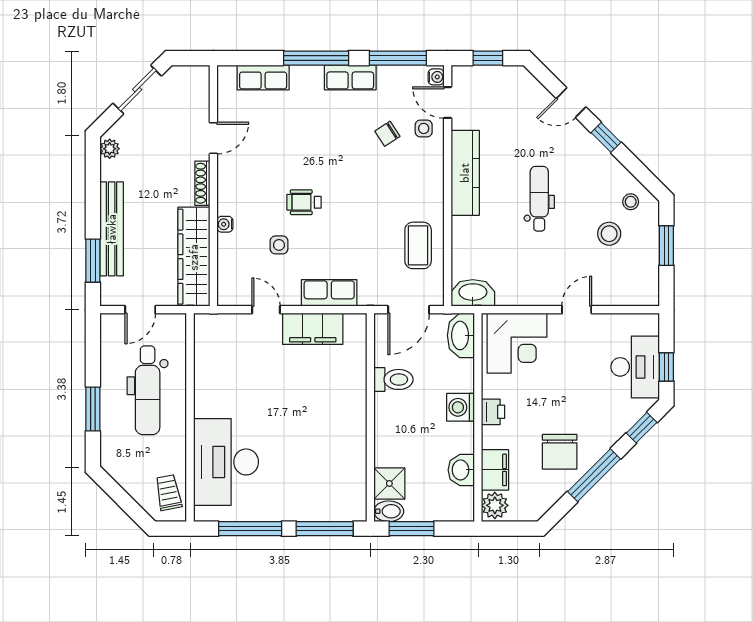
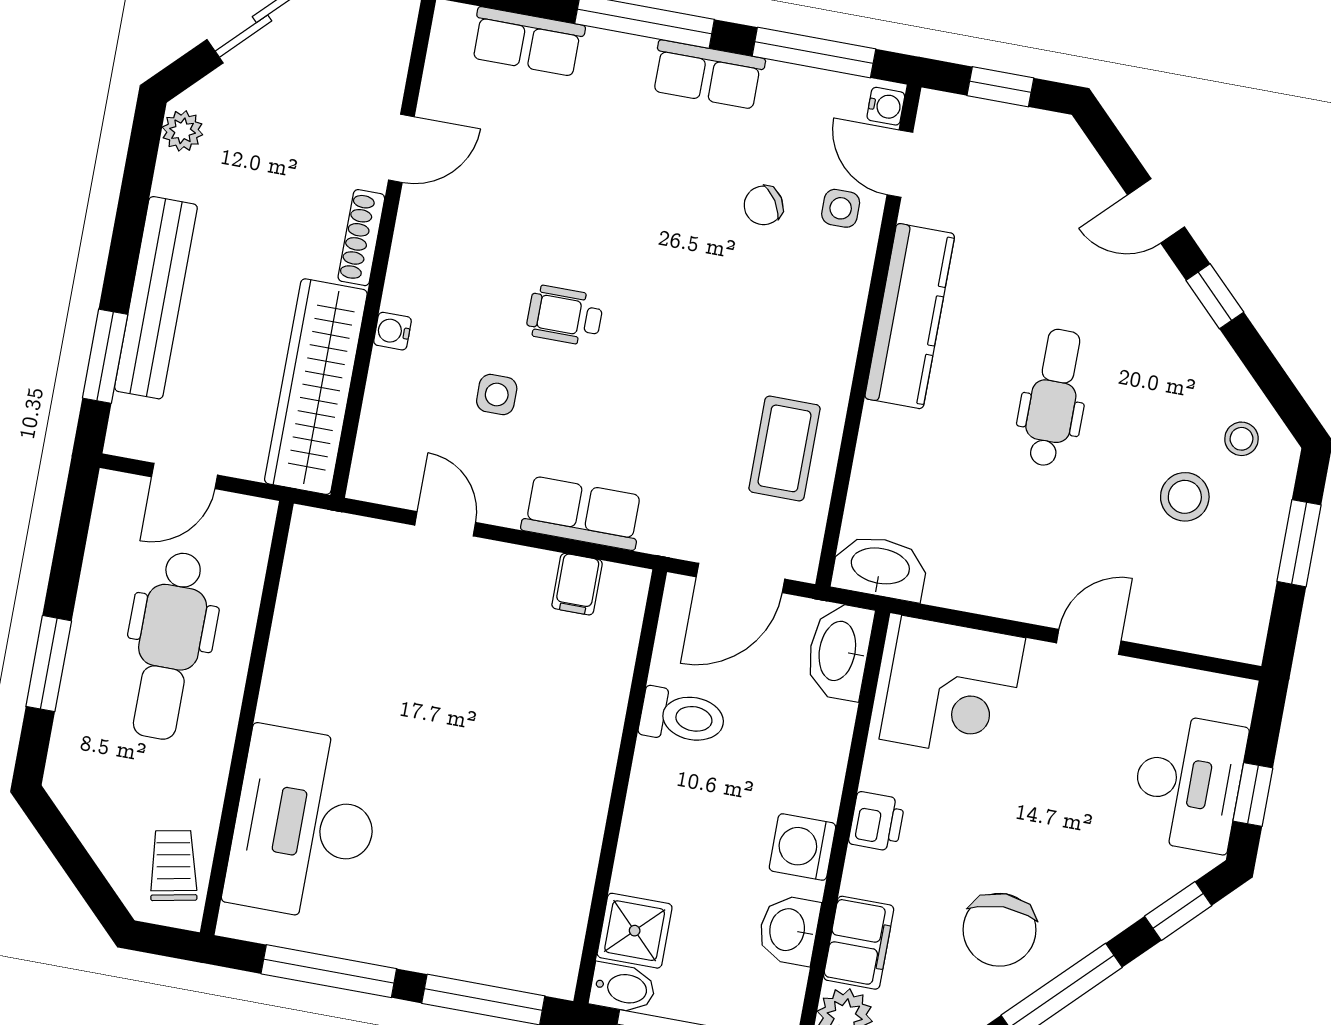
filing cabinet: (313, 329) -> (577, 584), width x0.33, depth x0.86
washing machine: (461, 407) -> (802, 847), moved

